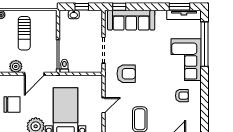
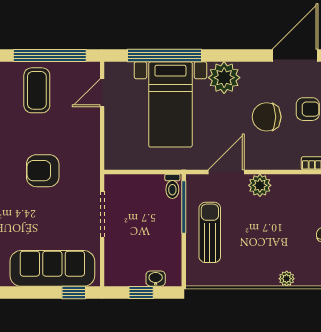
sun lounger: (24, 33) -> (210, 232), moved
armchair: (126, 74) -> (43, 171), moved
door: (104, 105) -> (102, 93), moved

